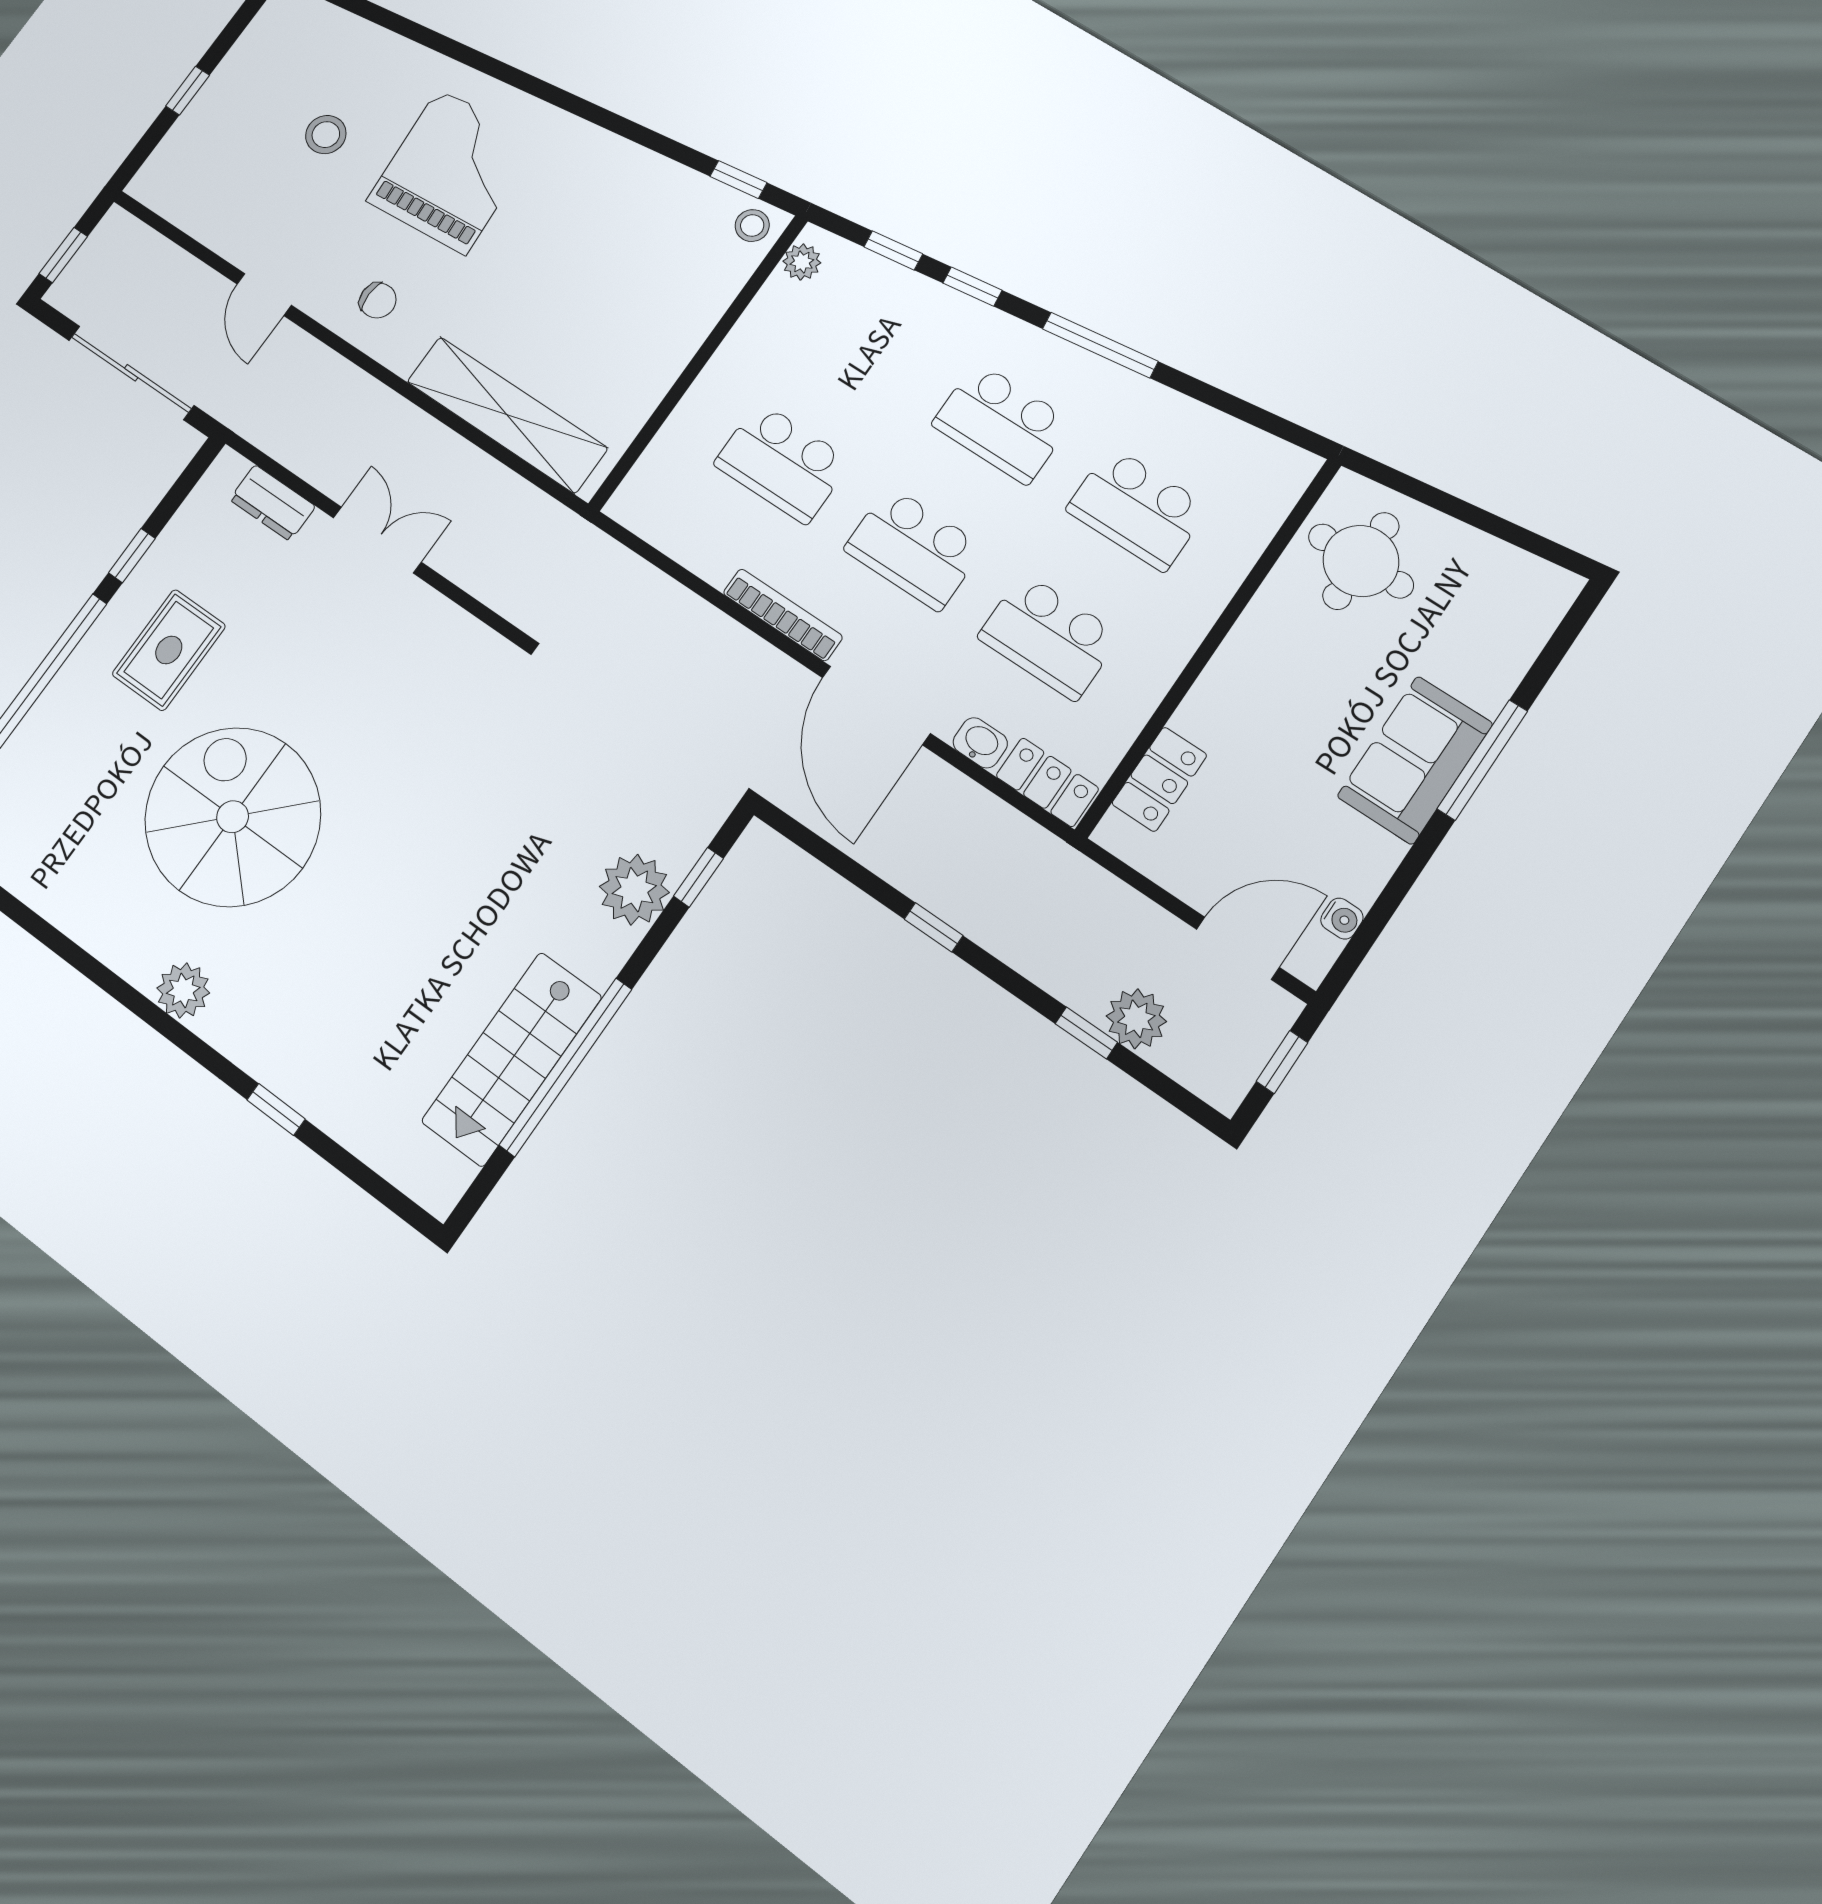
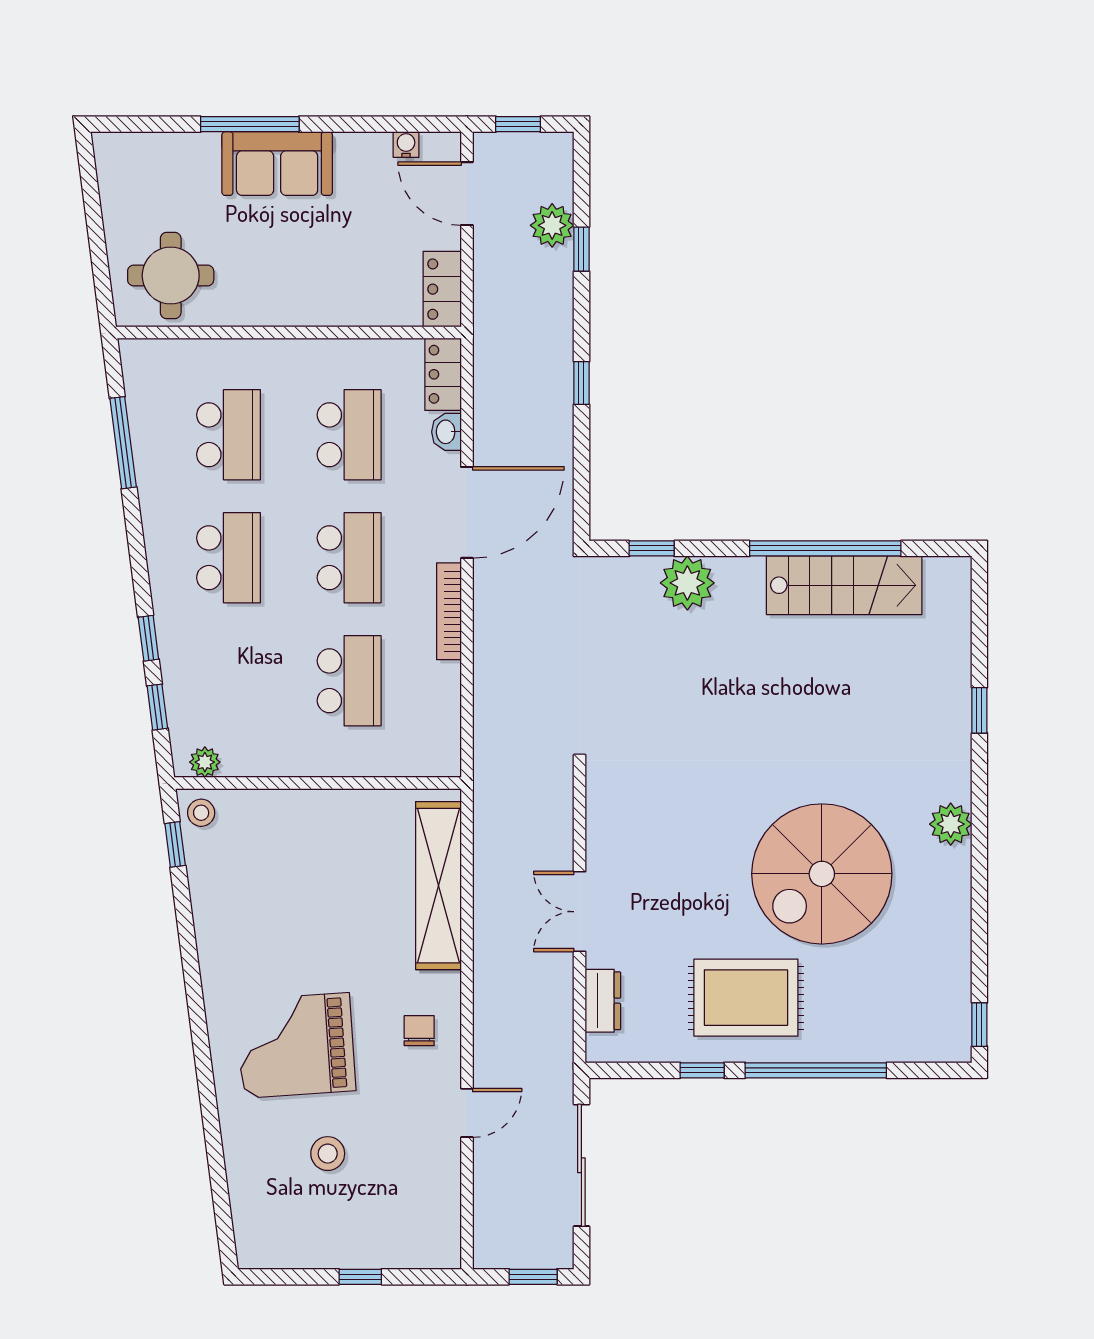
window: (1100, 345) -> (123, 443), moved
rug: (169, 650) -> (746, 998), width x1.36, depth x1.43
locker: (1159, 779) -> (442, 289), moved, turned -90

